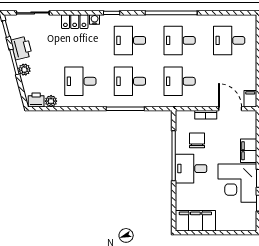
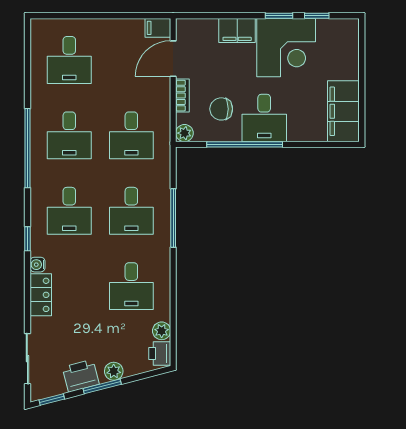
plant: (181, 116) -> (184, 133), added

